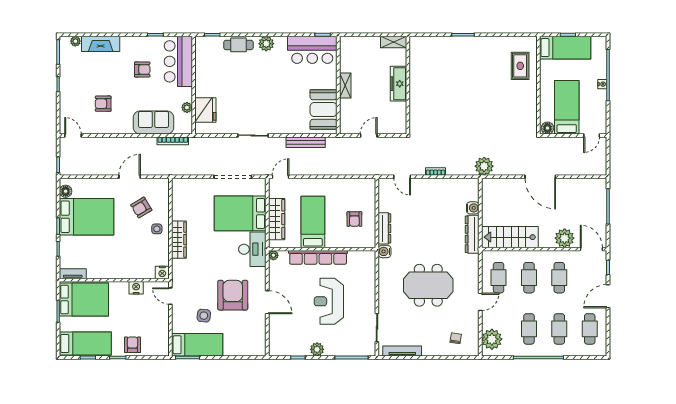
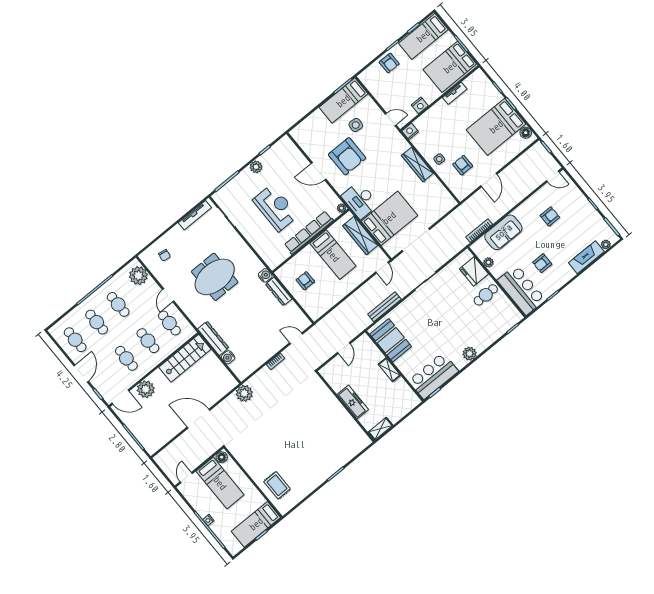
cafe table: (238, 45) -> (486, 295), moved
armchair: (141, 207) -> (463, 165), turned -59
tv unit: (73, 274) -> (455, 93), moved

